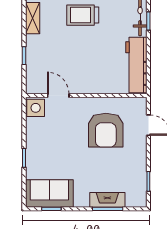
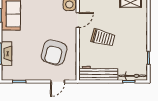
trolley: (83, 15) -> (103, 38), moved, turned 105
armchair: (106, 130) -> (54, 52), turned -74

